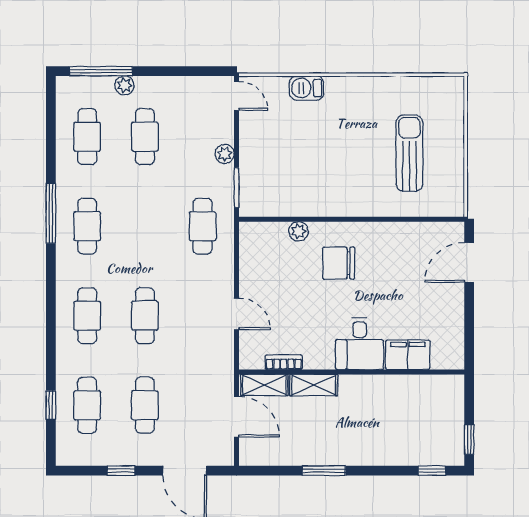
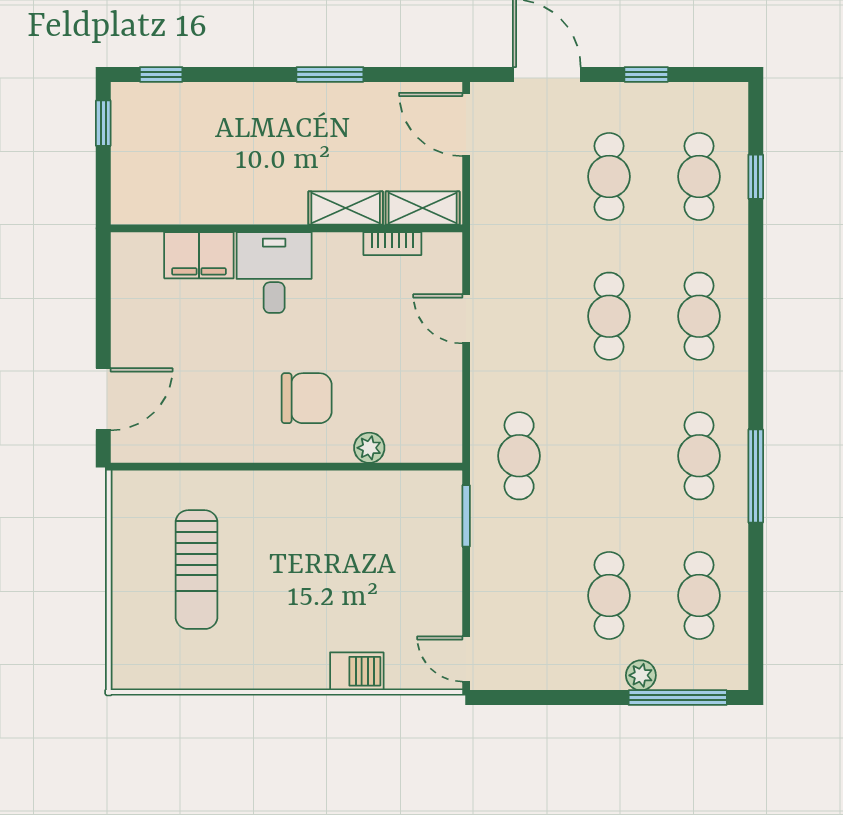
plant: (225, 154) -> (485, 569), removed
door: (237, 417) -> (466, 125), moved

